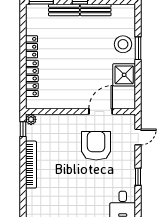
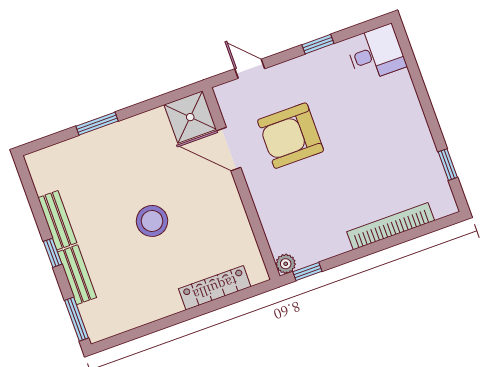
stool: (123, 44) -> (152, 221), moved
locker: (32, 47) -> (160, 308), removed
shower: (124, 75) -> (190, 117), moved
bookcase: (31, 165) -> (391, 226), moved

